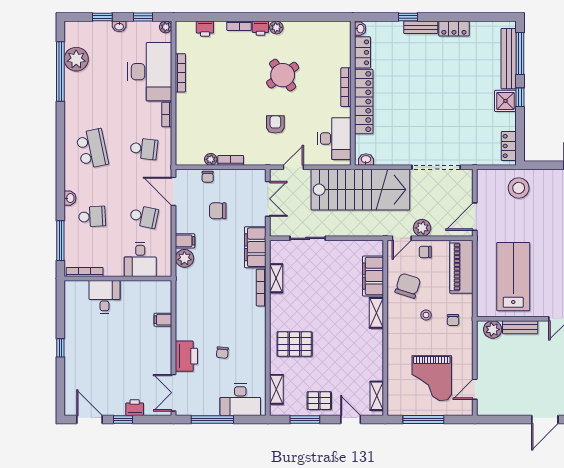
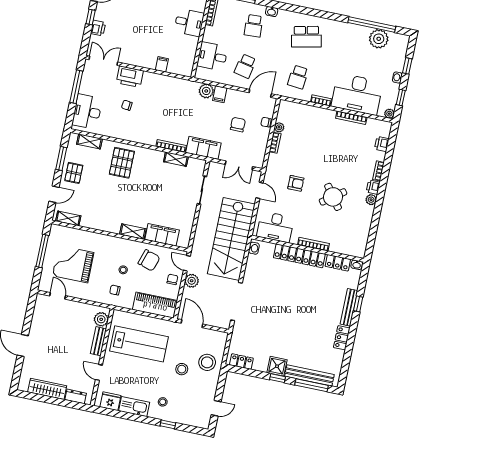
bench: (421, 27) -> (349, 307), width x1.36
stool: (533, 218) -> (182, 369), added

